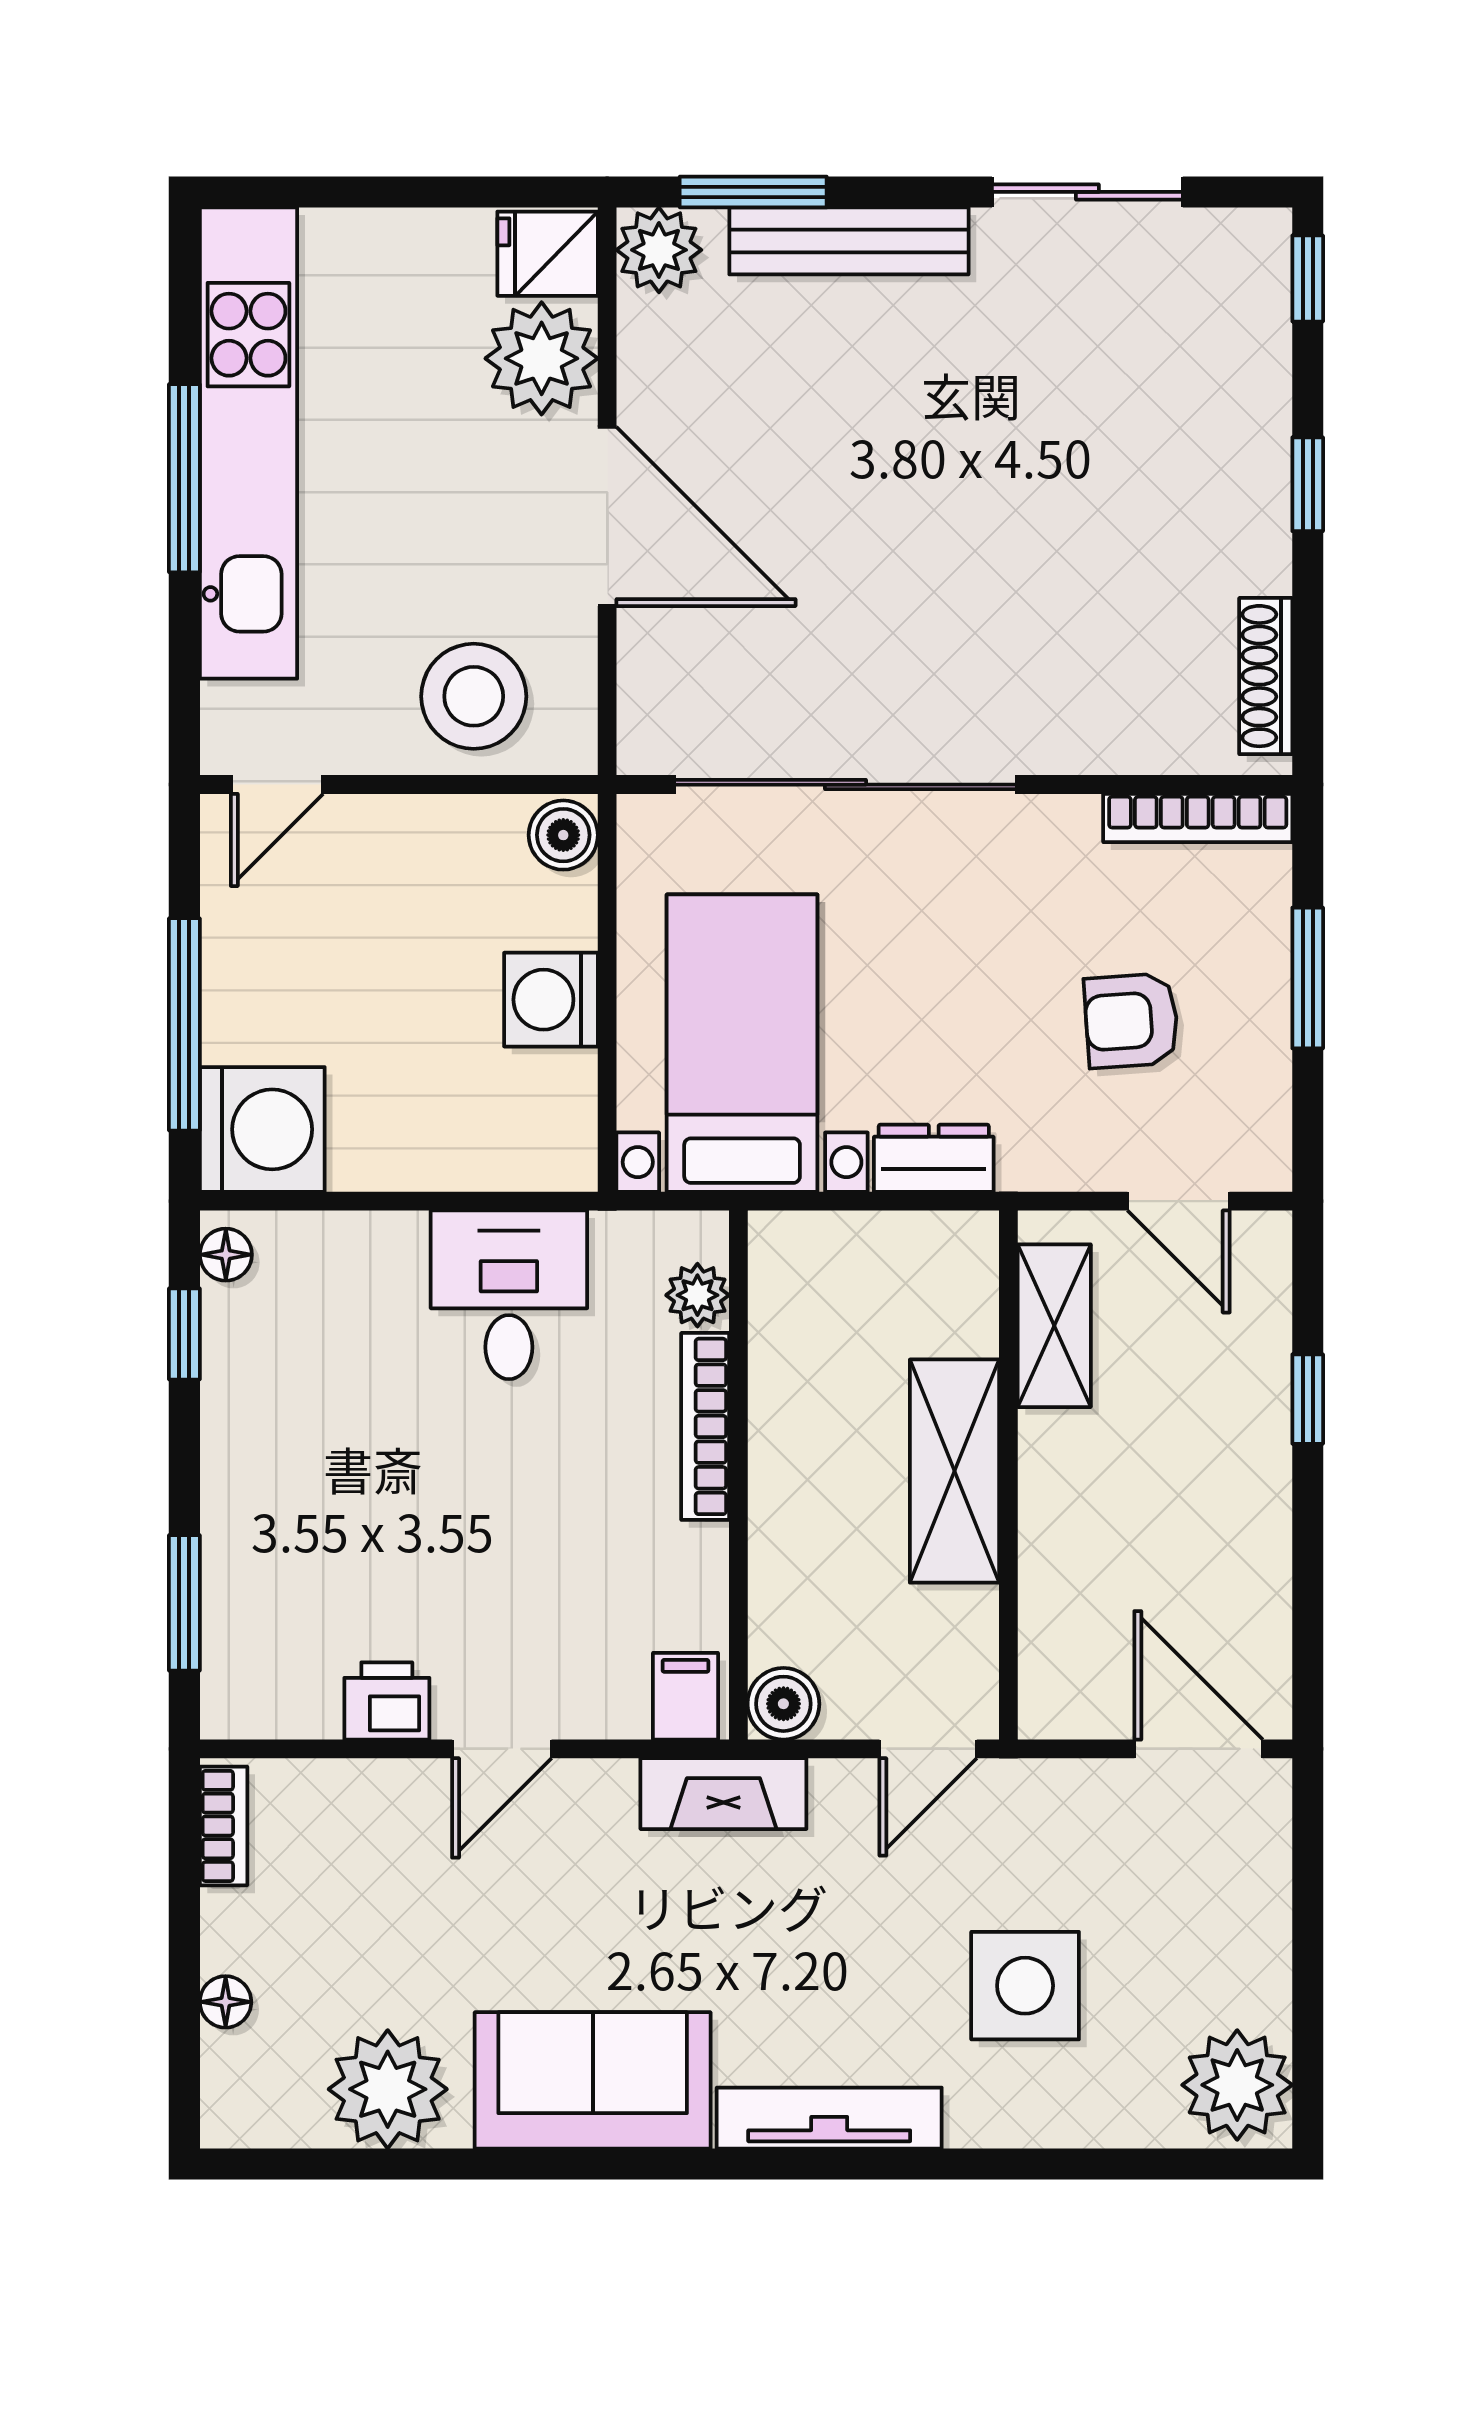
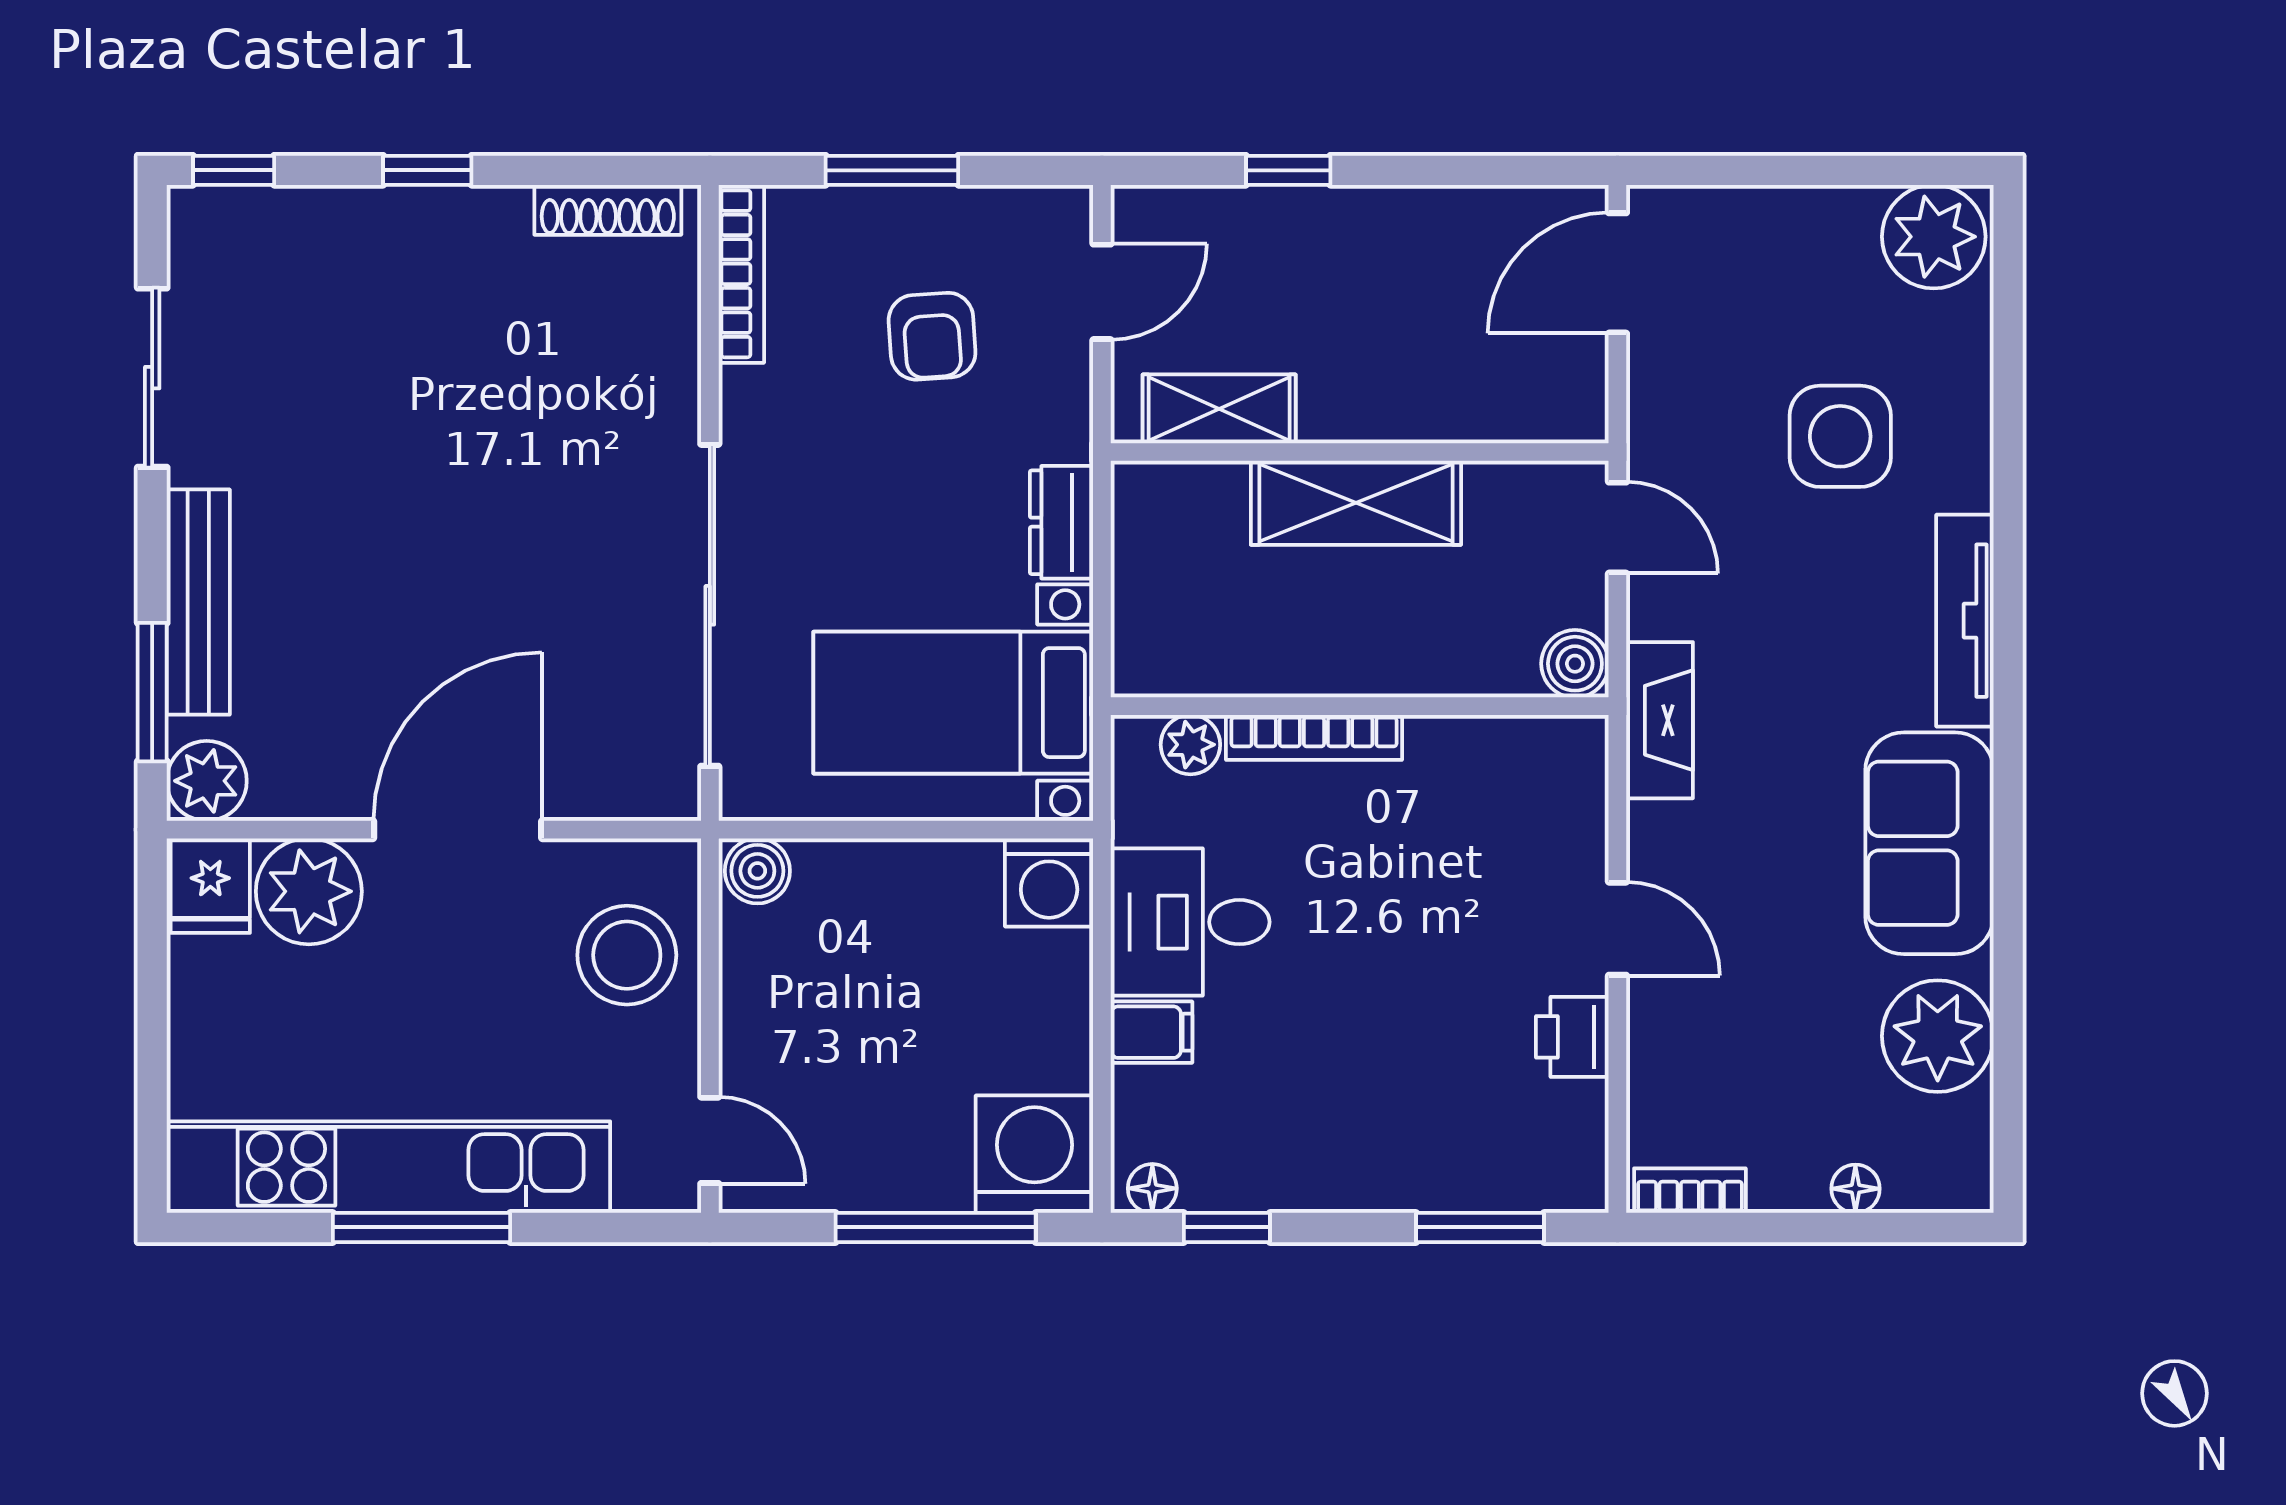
washing machine: (551, 1000) -> (1049, 882), moved
filing cabinet: (686, 1696) -> (1152, 1032), moved, turned 180

